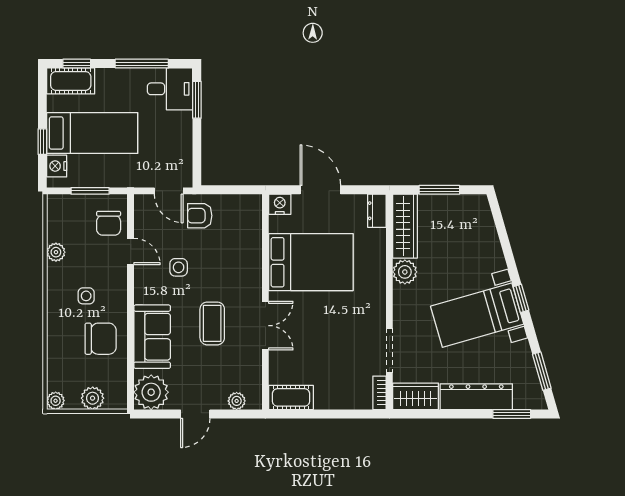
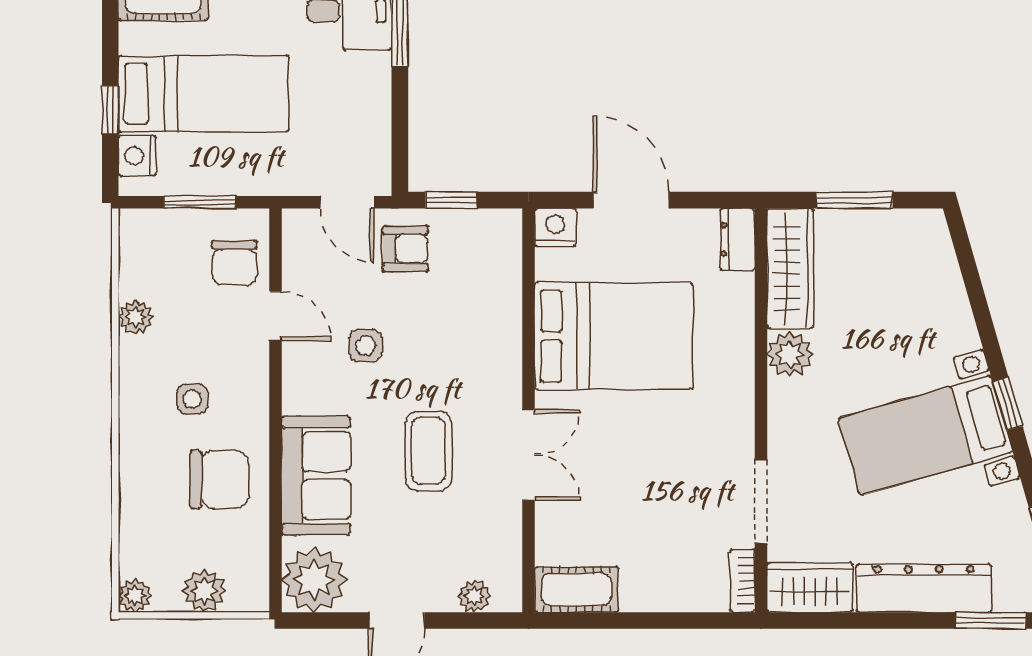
window: (224, 190) -> (451, 200), added
armchair: (200, 216) -> (405, 249), turned 180

